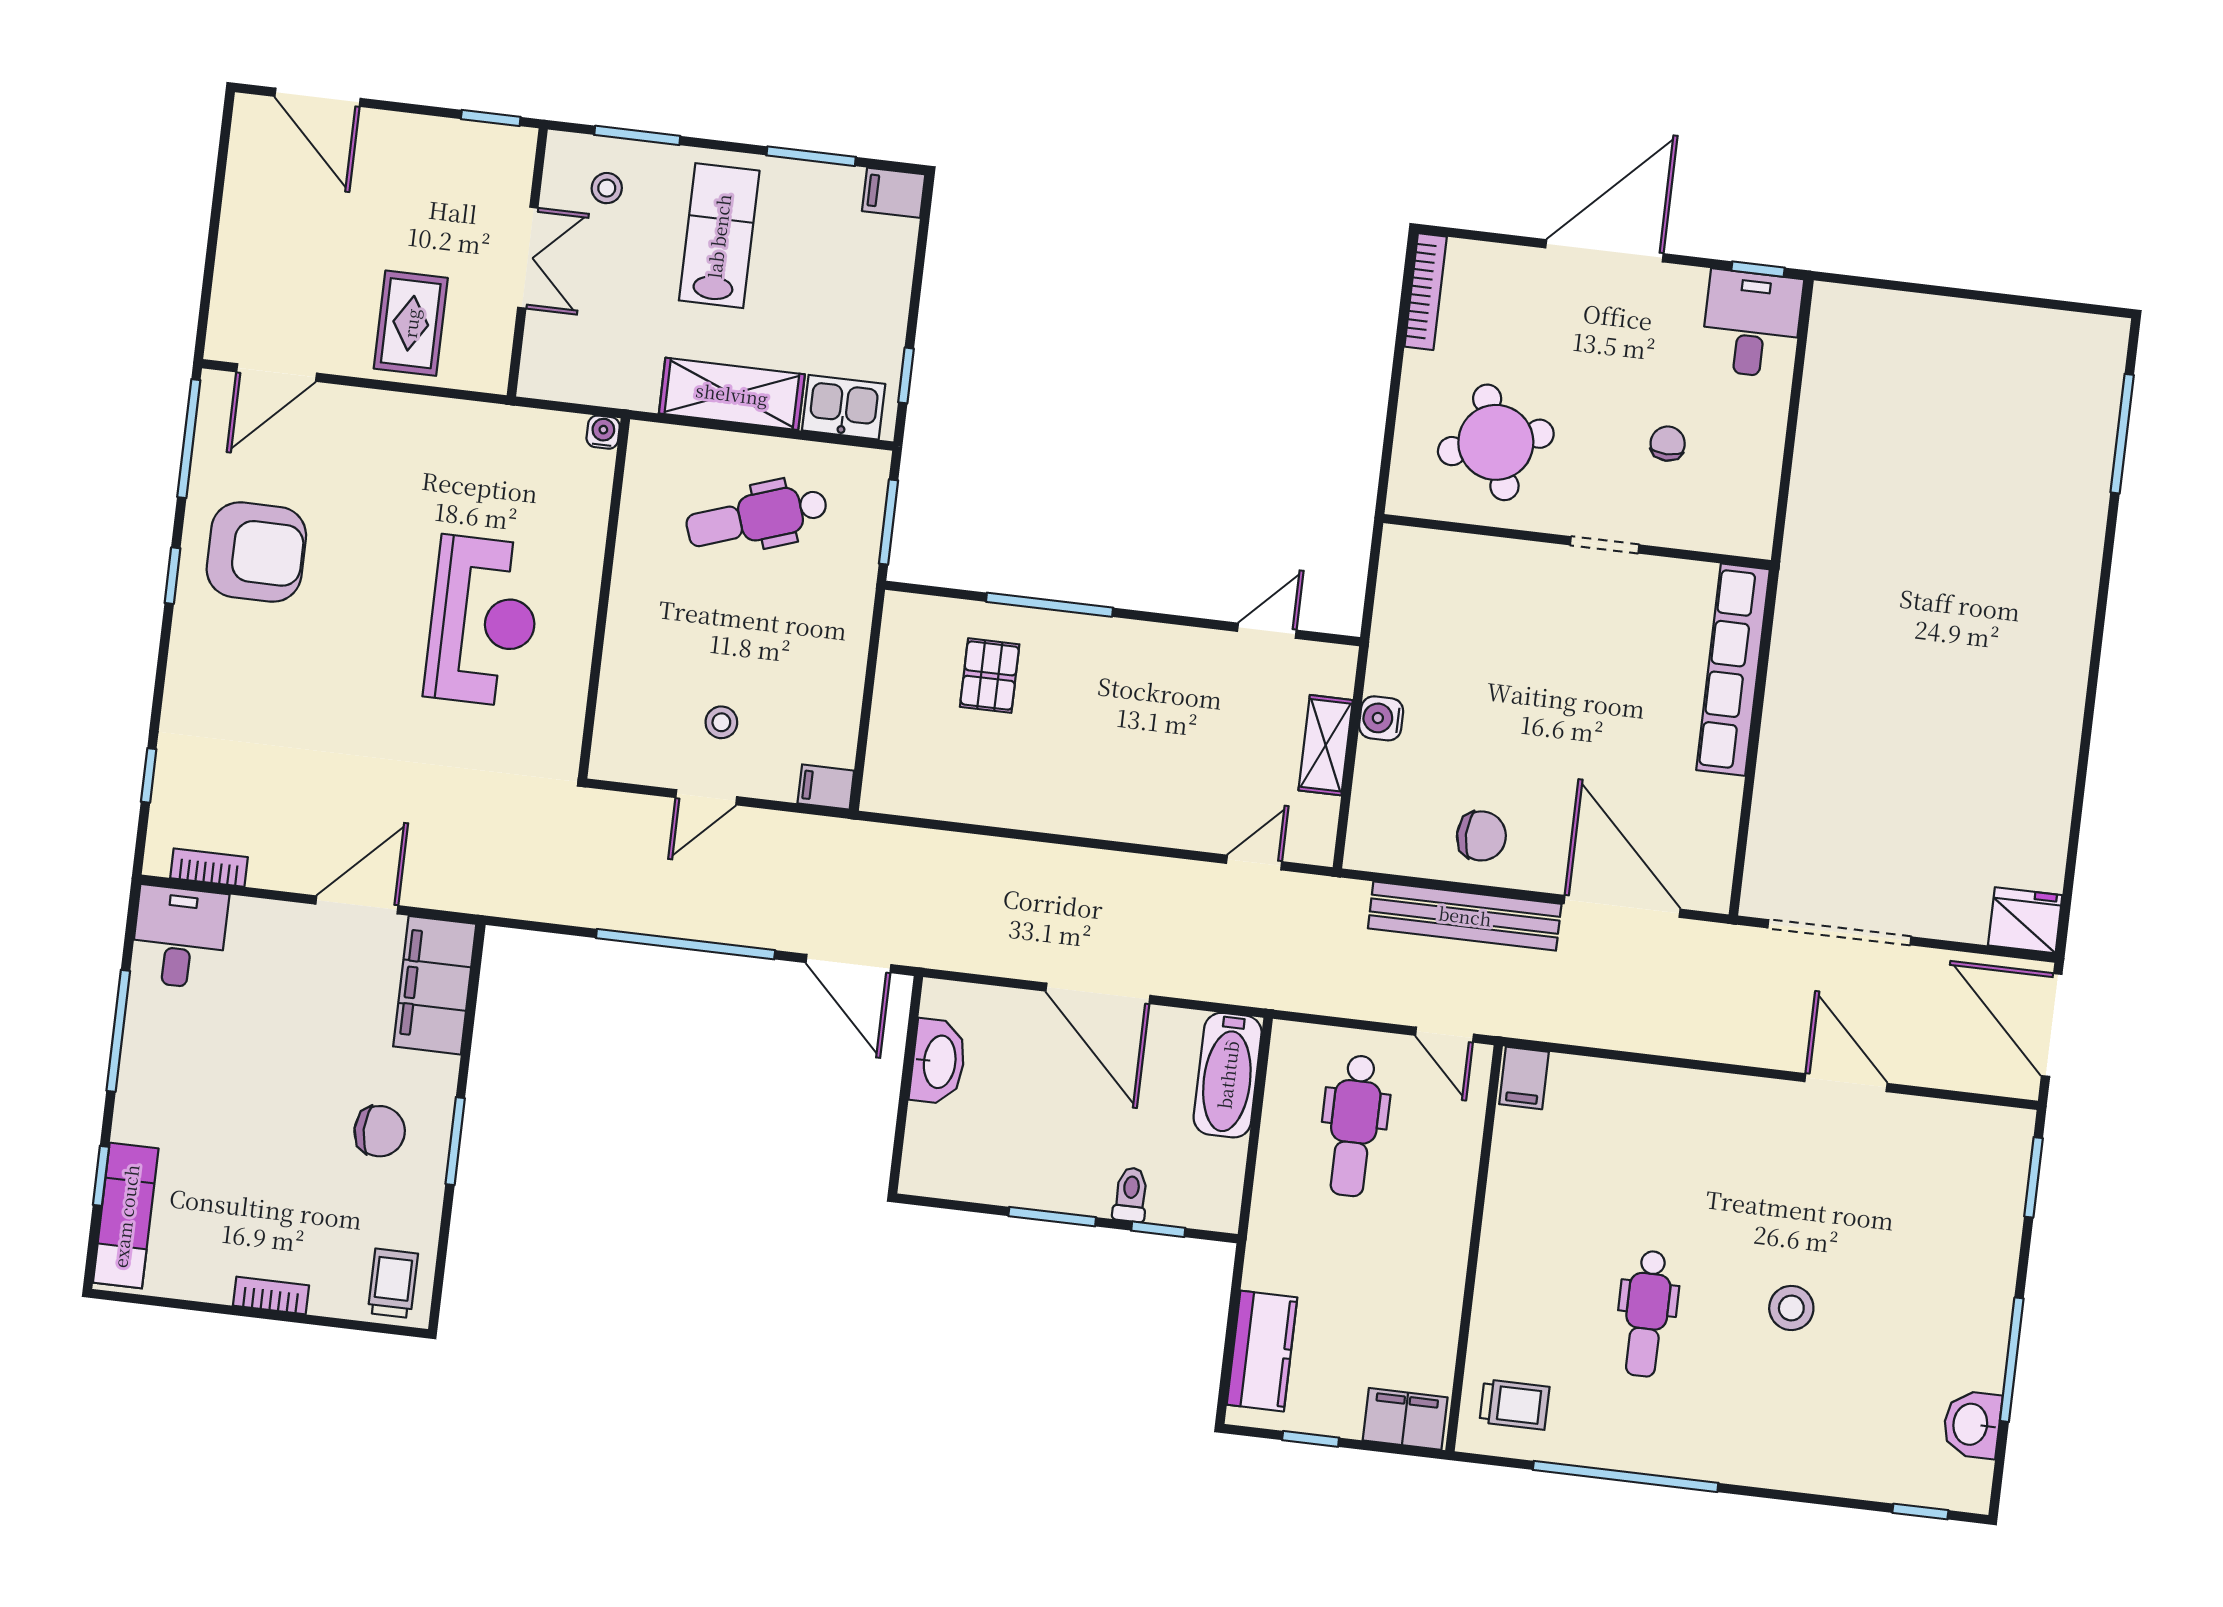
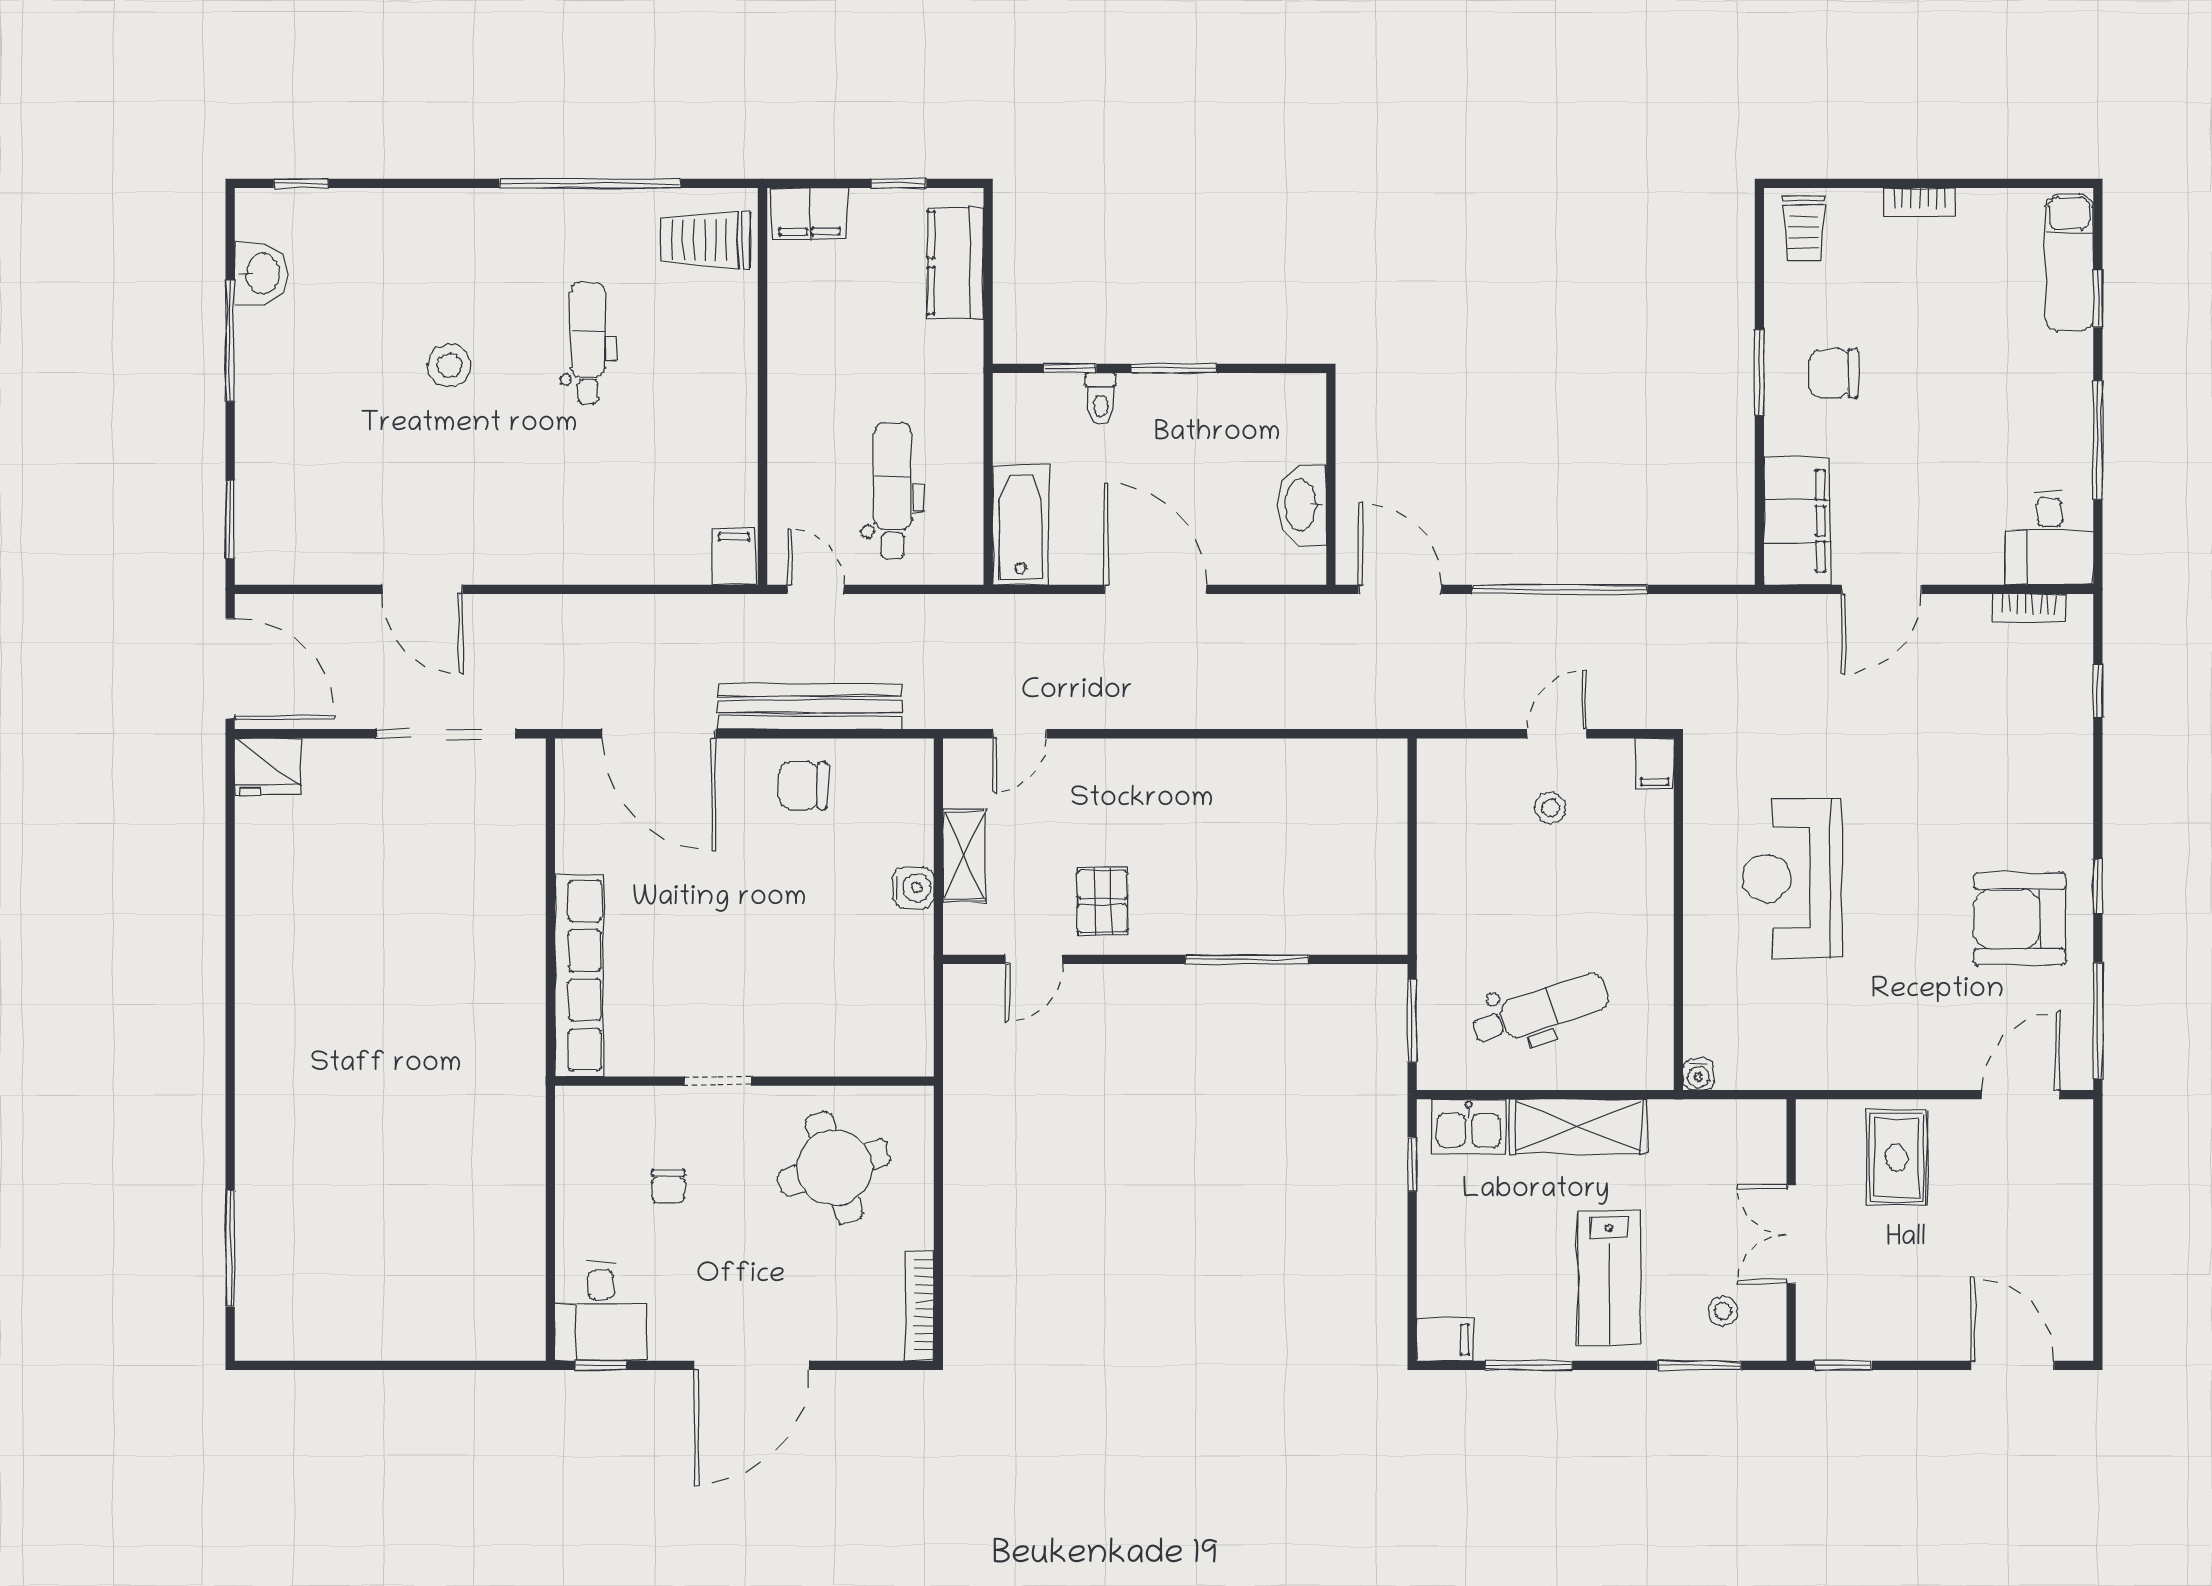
pallet: (990, 676) -> (1102, 901), moved
filing cabinet: (826, 787) -> (1655, 764), moved, turned 90
trolley: (1514, 1405) -> (705, 240), width x1.36, depth x1.39

